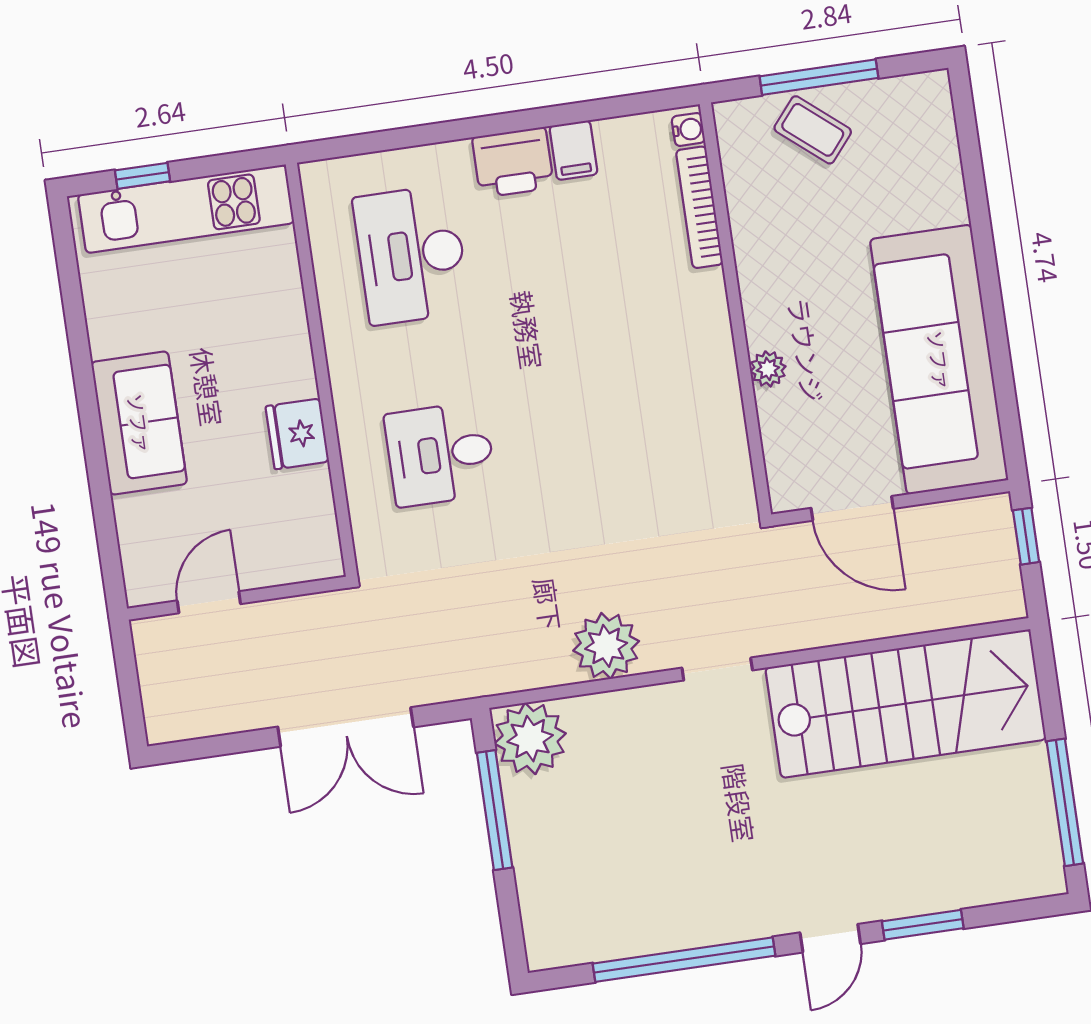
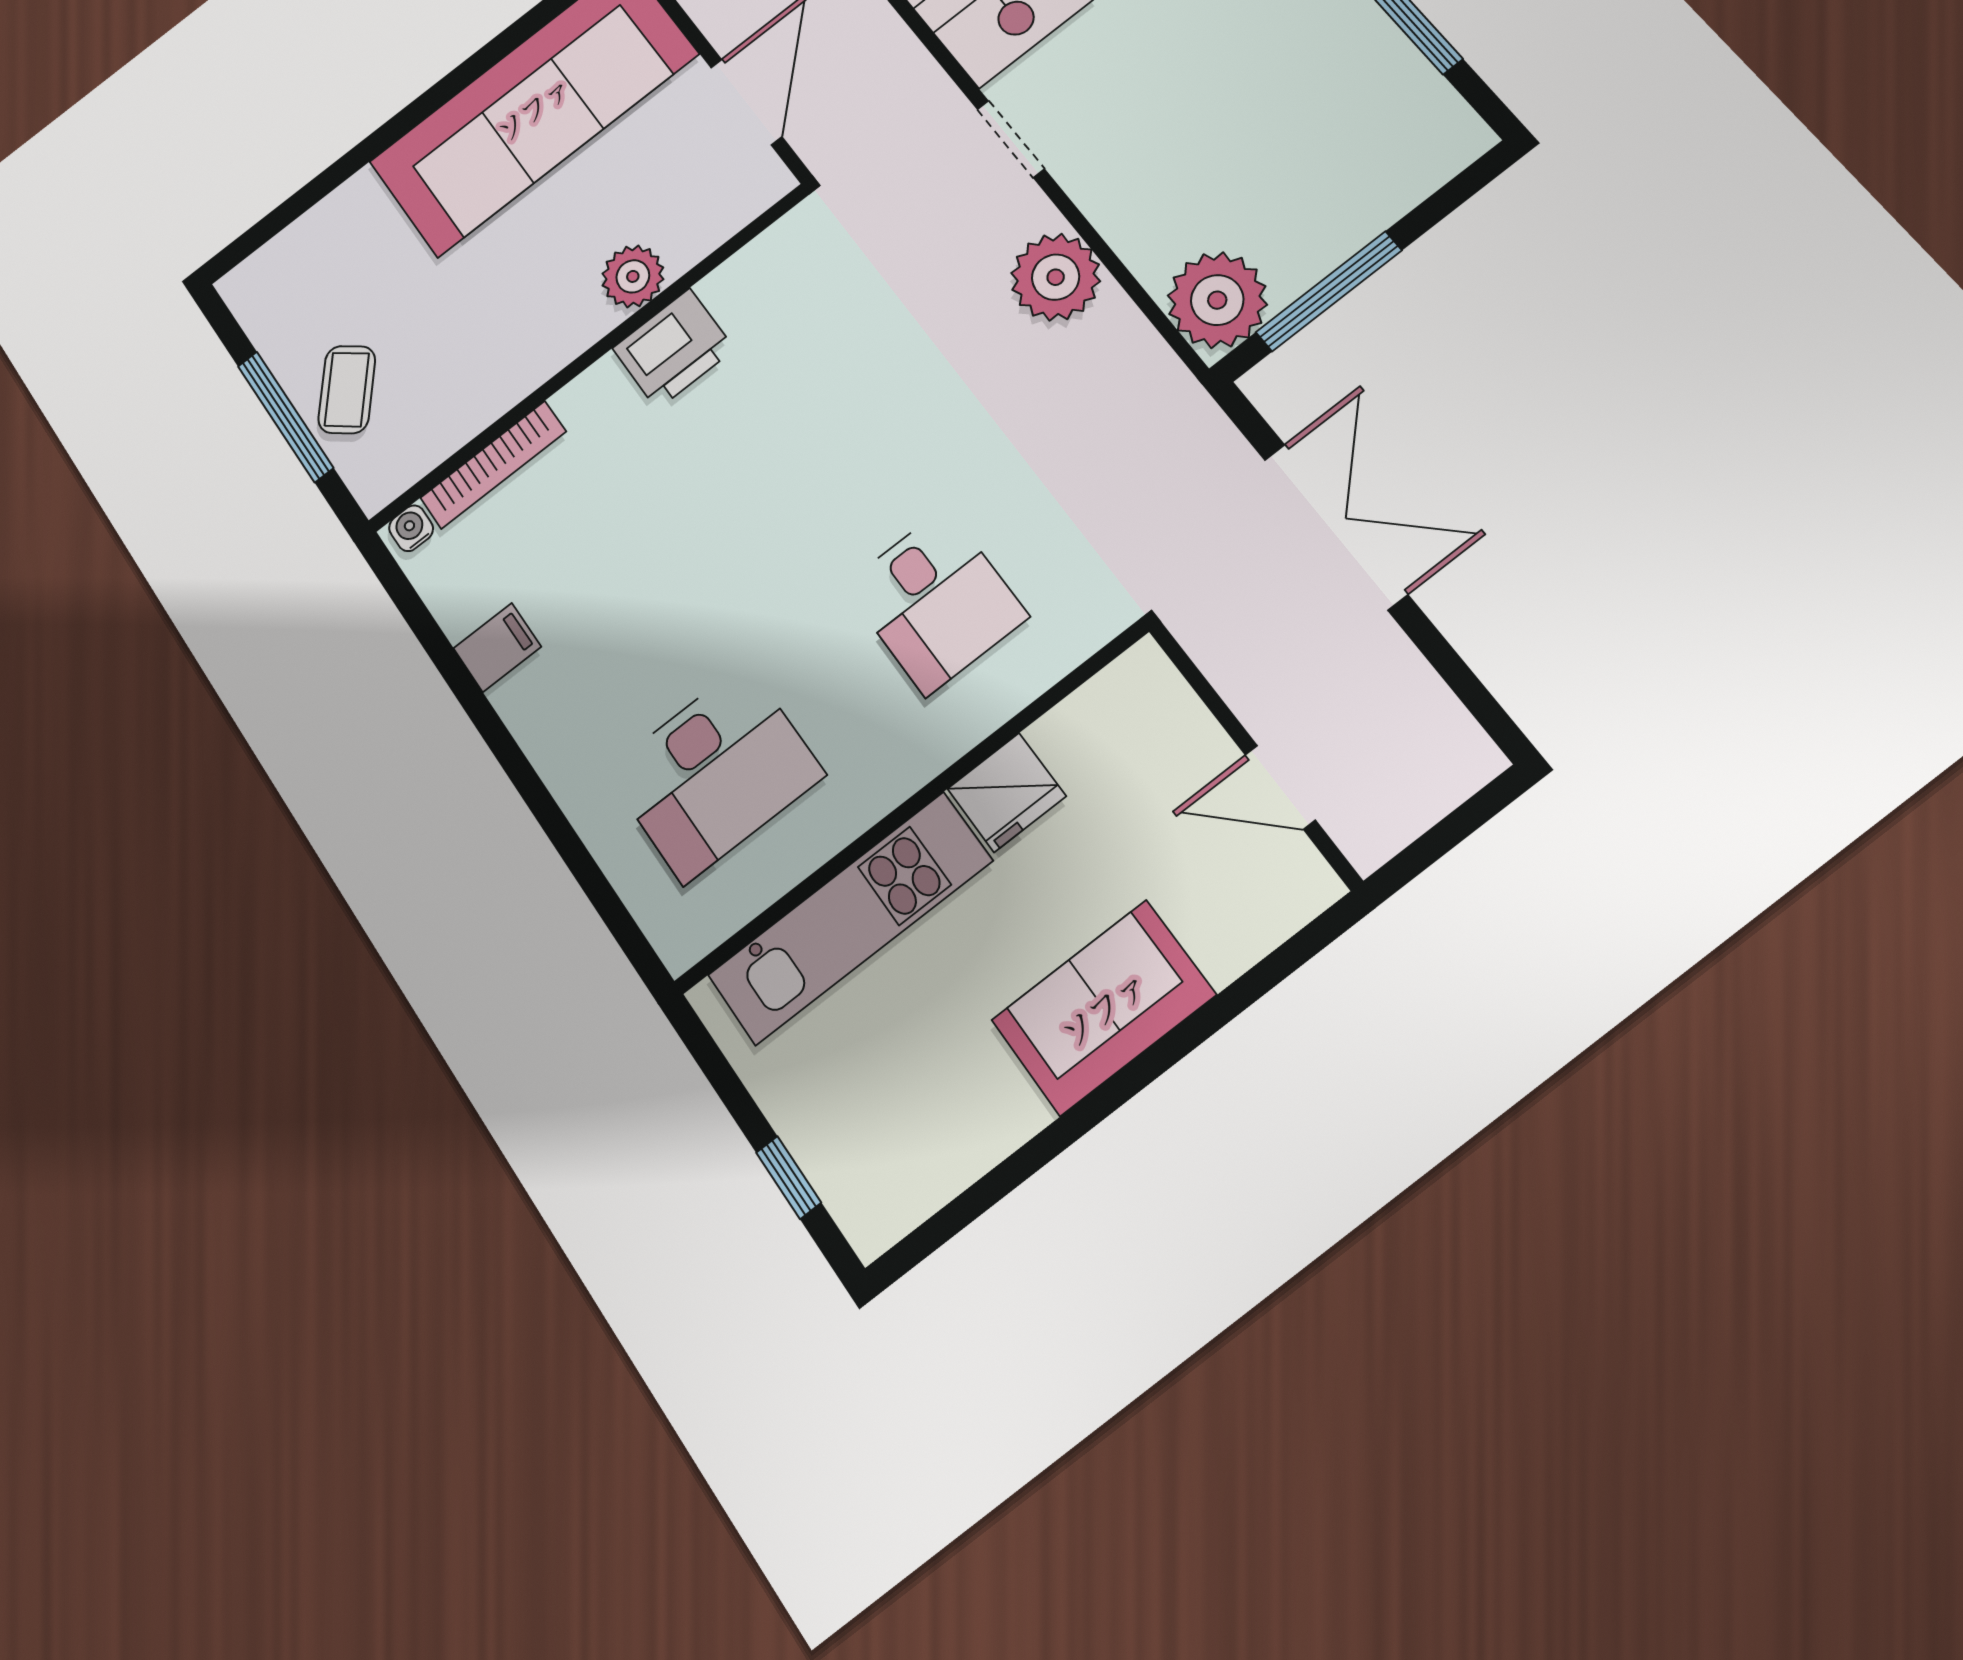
printer: (513, 162) -> (673, 349), moved, turned 90
kitchen unit: (186, 209) -> (850, 918), moved, turned 90
plant: (768, 369) -> (633, 276), width x1.38, depth x1.38

